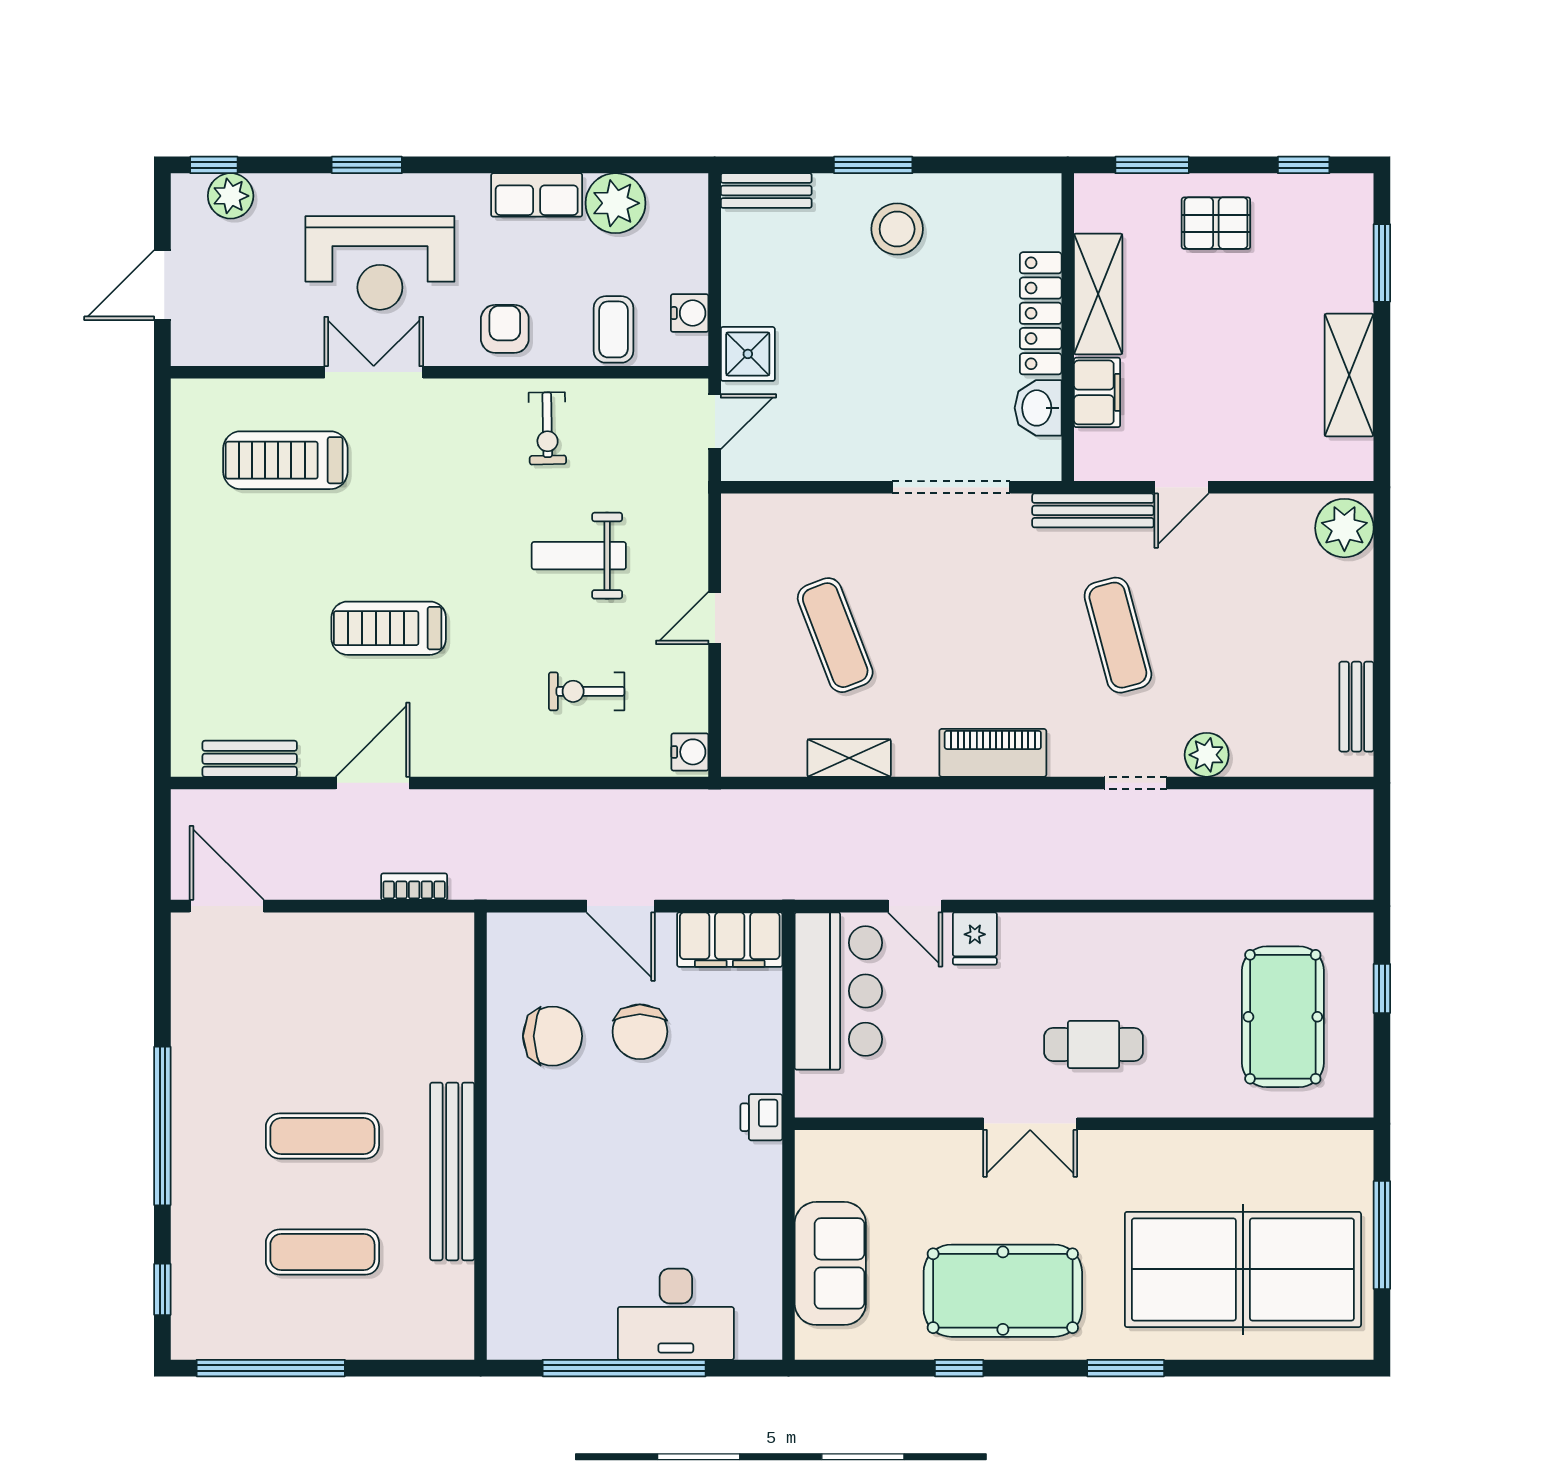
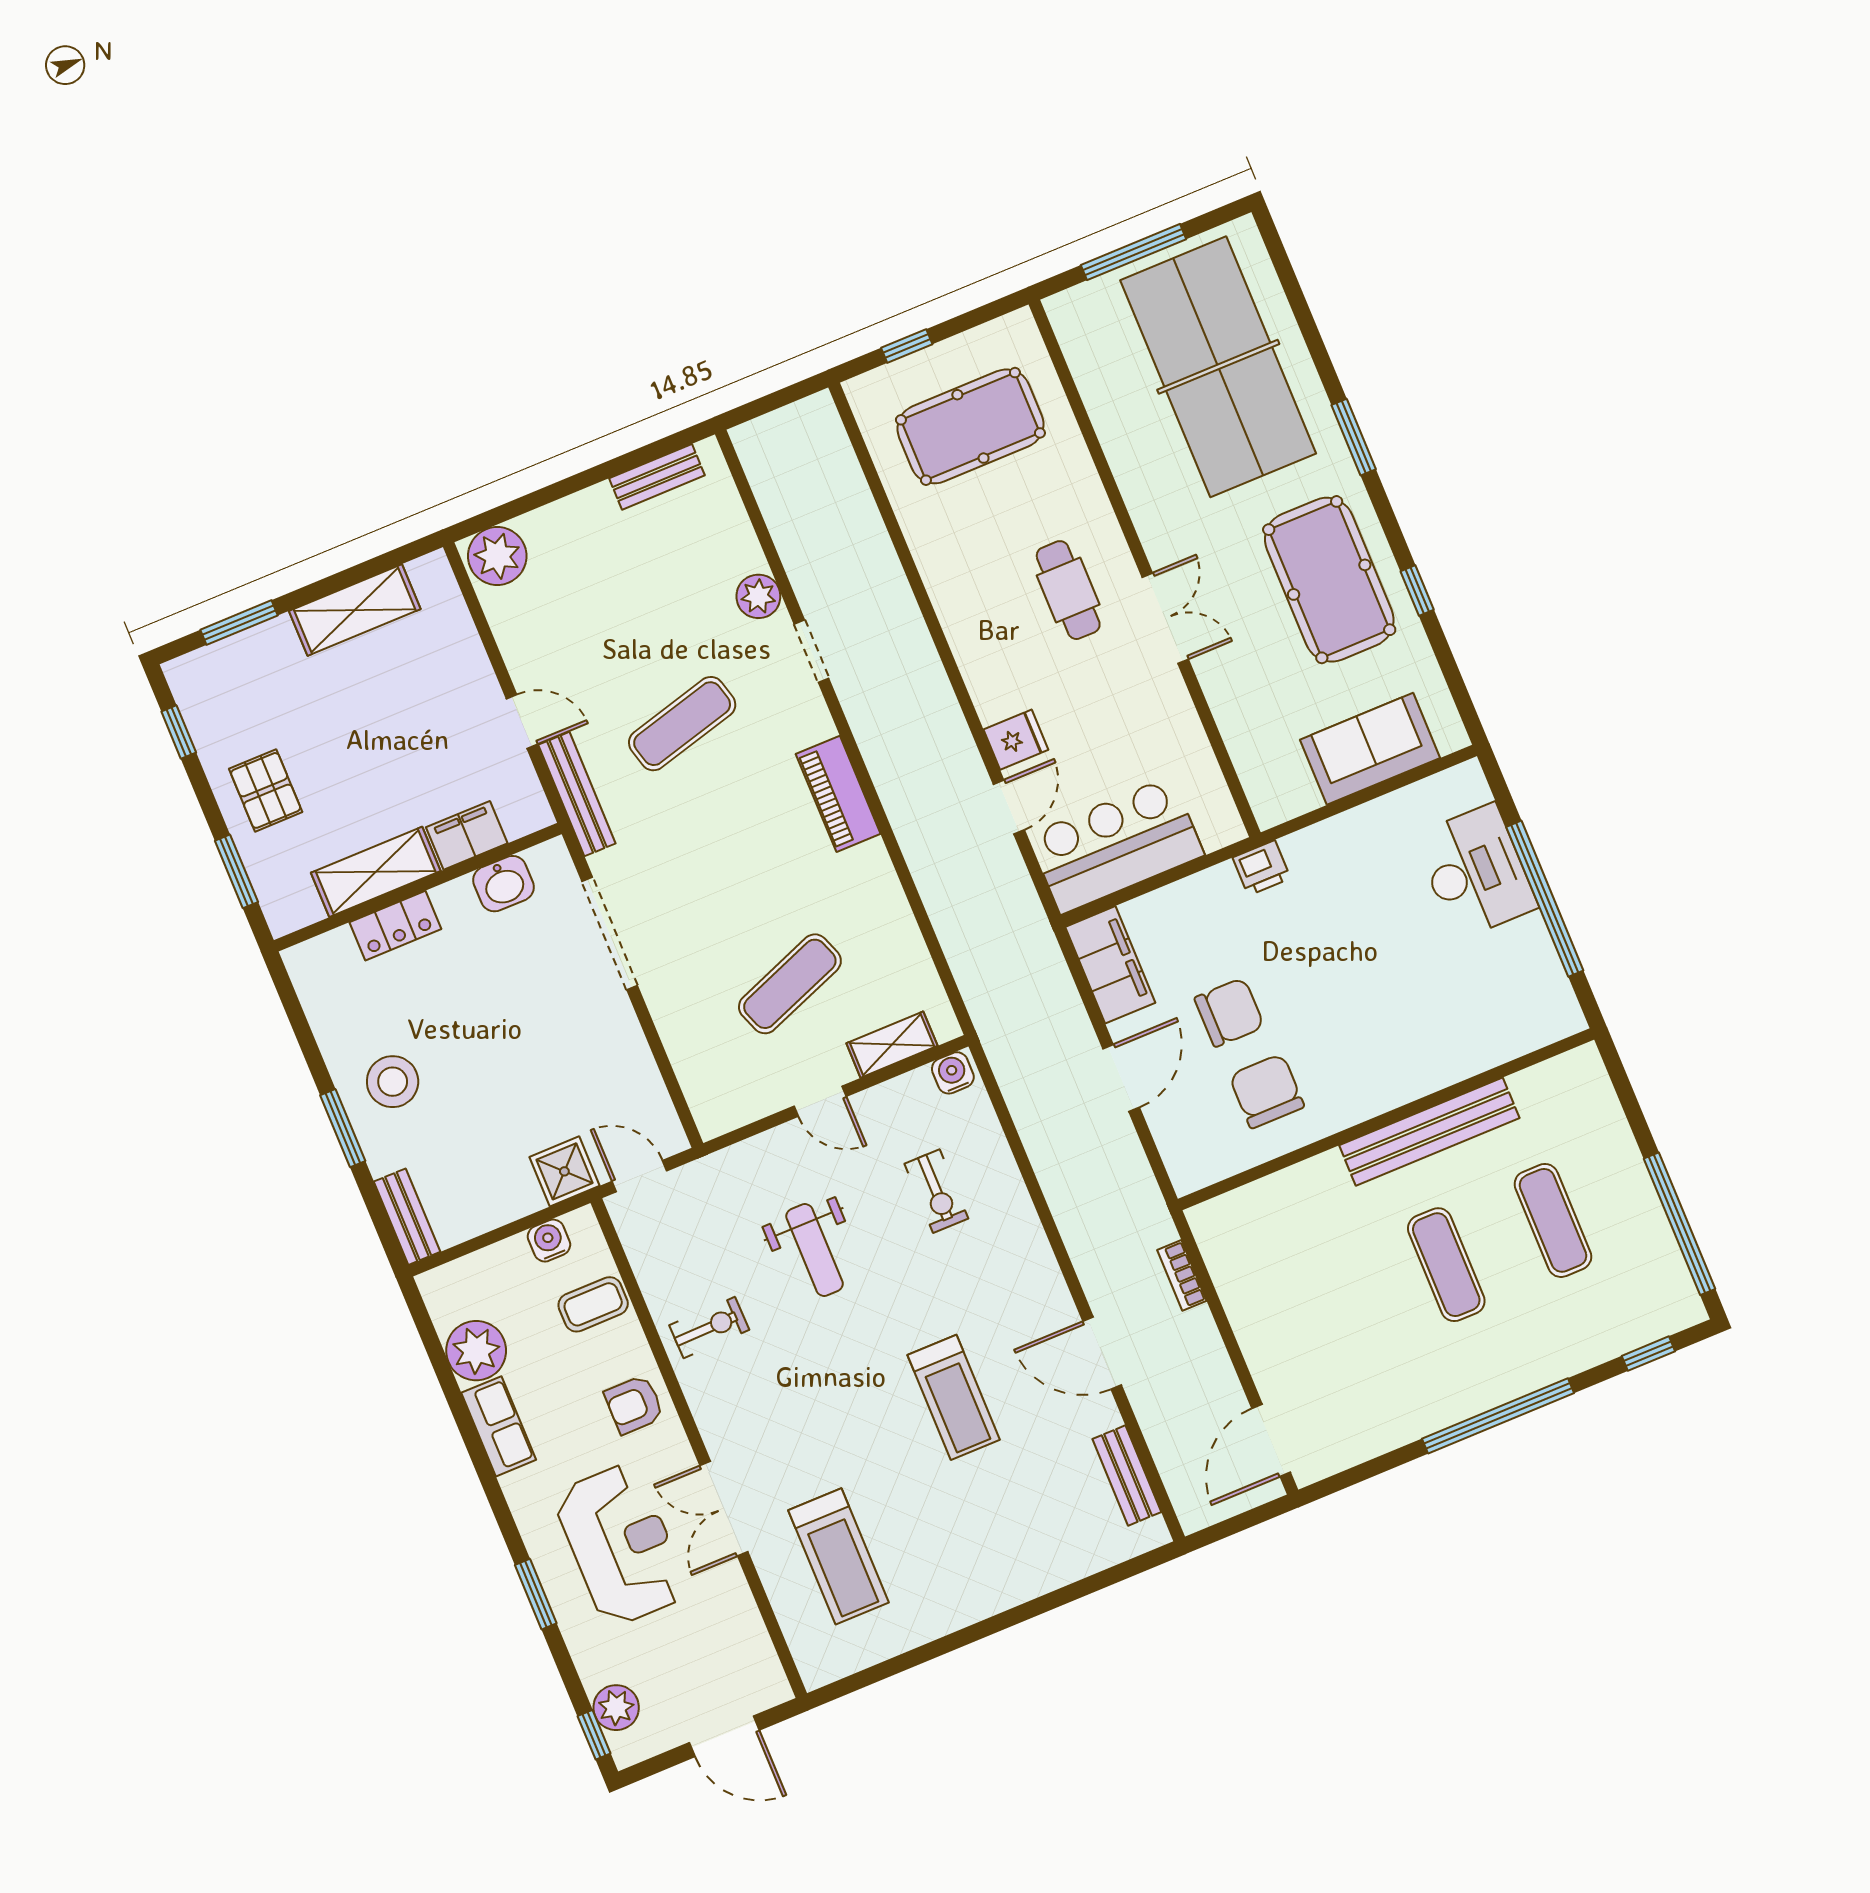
locker: (1041, 313) -> (395, 926), width x0.66
shelving: (849, 758) -> (892, 1045), moved, turned 90

